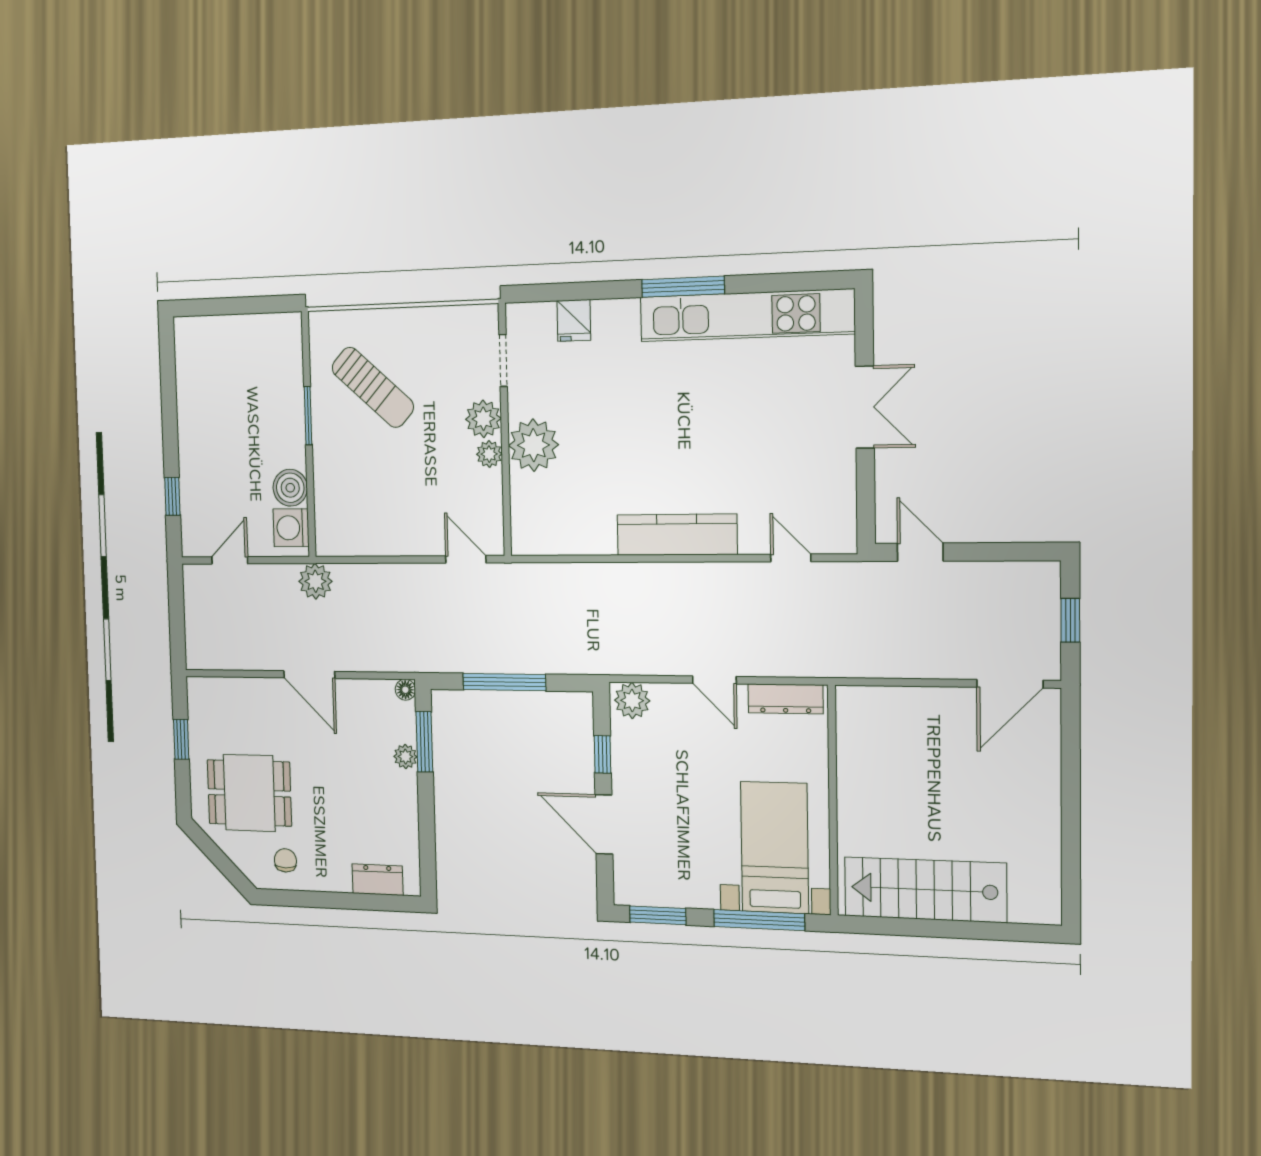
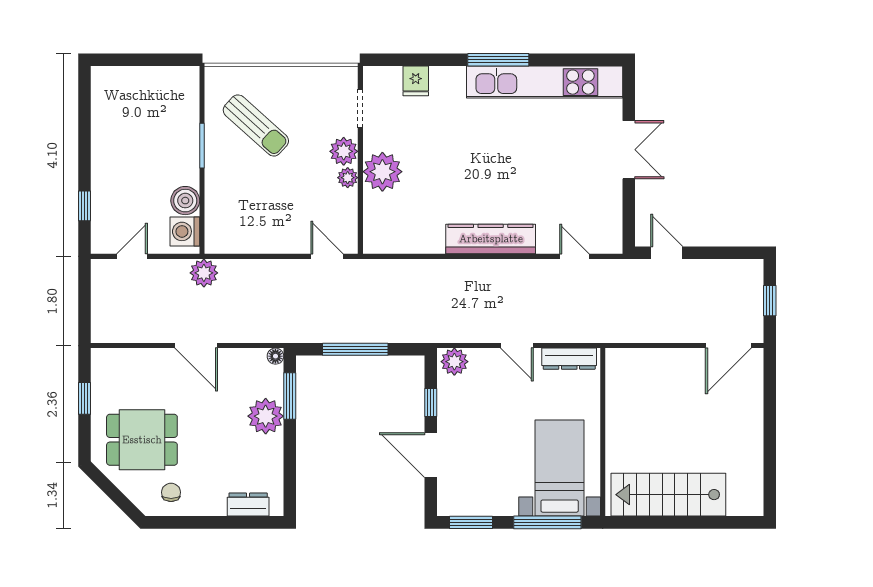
plant: (405, 757) -> (266, 416), width x1.87, depth x1.87

